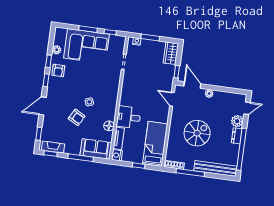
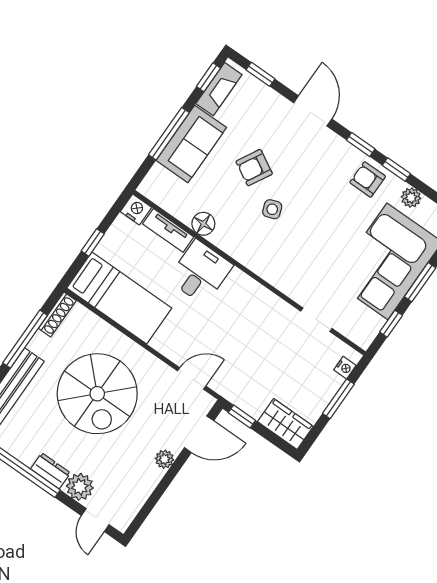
spiral stairs: (197, 133) -> (97, 394), width x1.37, depth x1.37
sofa: (96, 149) -> (191, 144), moved

